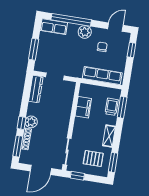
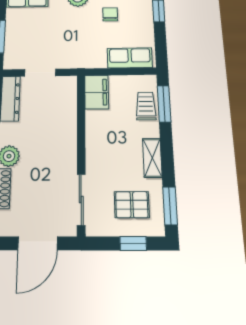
row of seats: (102, 76) -> (130, 58), width x0.68
filing cabinet: (83, 107) -> (97, 92), moved
window: (77, 176) -> (133, 244), moved

